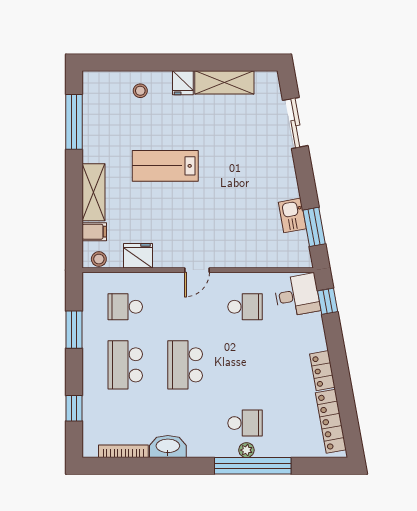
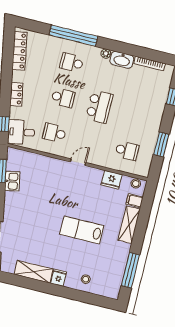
lab bench: (165, 166) -> (82, 230), turned 180
school desk: (125, 365) -> (63, 98), moved, width x0.54
locker: (322, 371) -> (16, 94), moved
plant: (246, 450) -> (106, 54), moved

